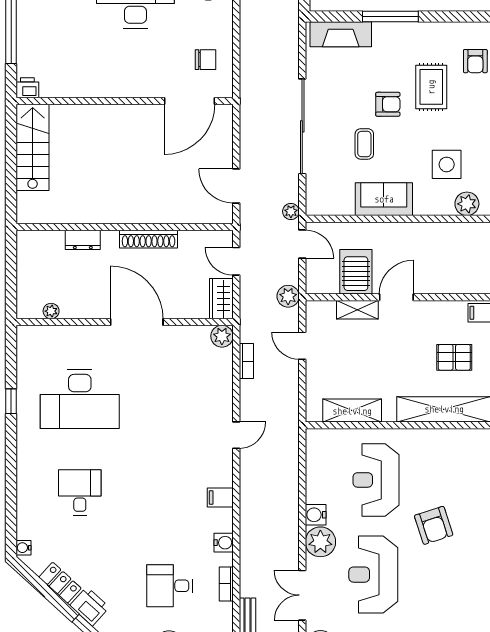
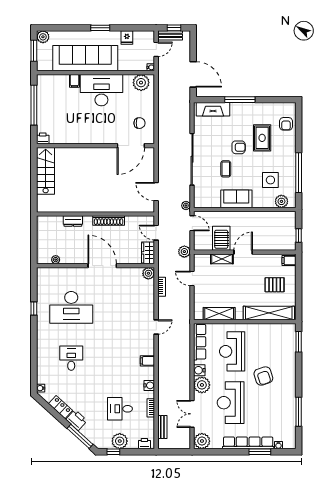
row of seats: (316, 462) -> (200, 342), added

